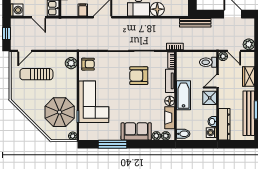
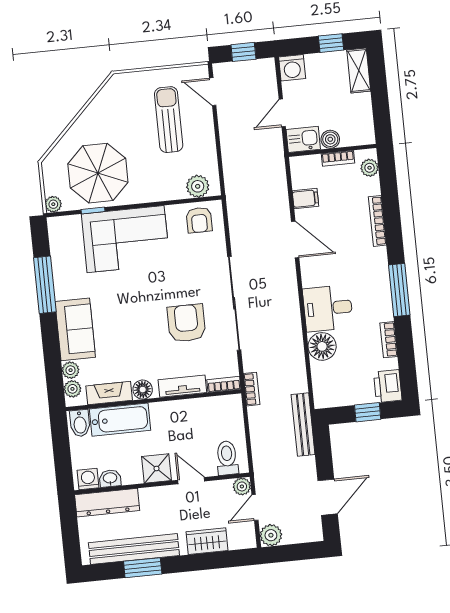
bathtub: (184, 95) -> (120, 420), moved

